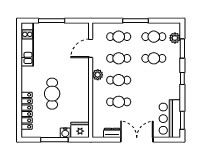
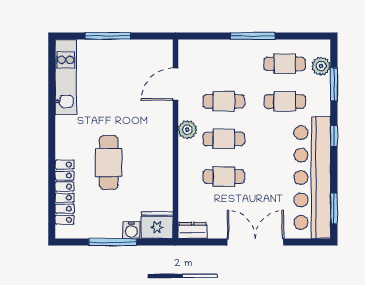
cafe table: (119, 37) -> (224, 64), removed
bar counter: (170, 119) -> (312, 178), width x1.86
dresser: (112, 133) -> (193, 230), moved

